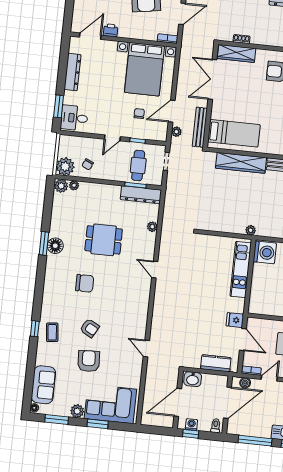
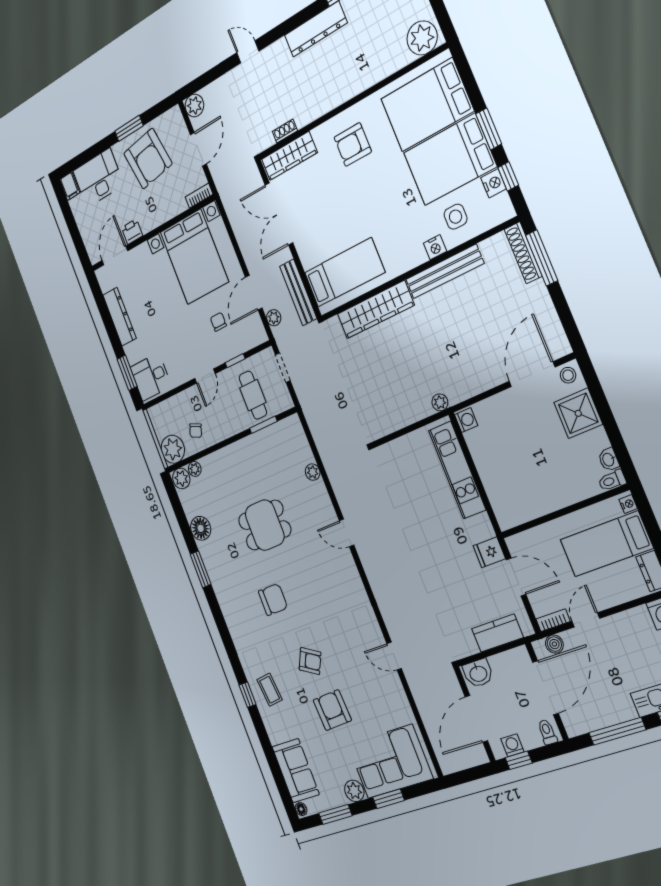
dresser: (141, 195) -> (276, 435), removed
floor lamp: (55, 246) -> (201, 528), moved
washing machine: (265, 252) -> (466, 420), width x0.53, depth x0.53

